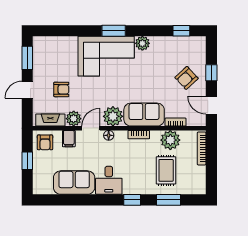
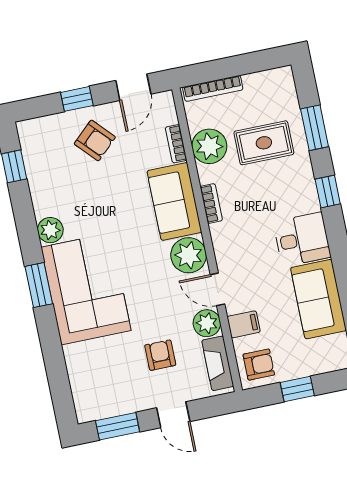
floor lamp: (109, 135) -> (223, 256), removed

